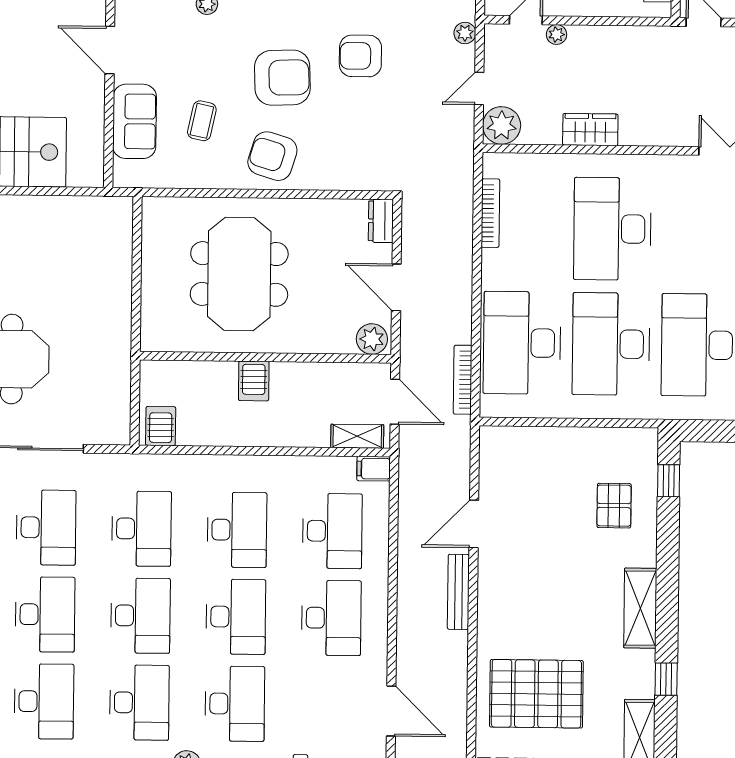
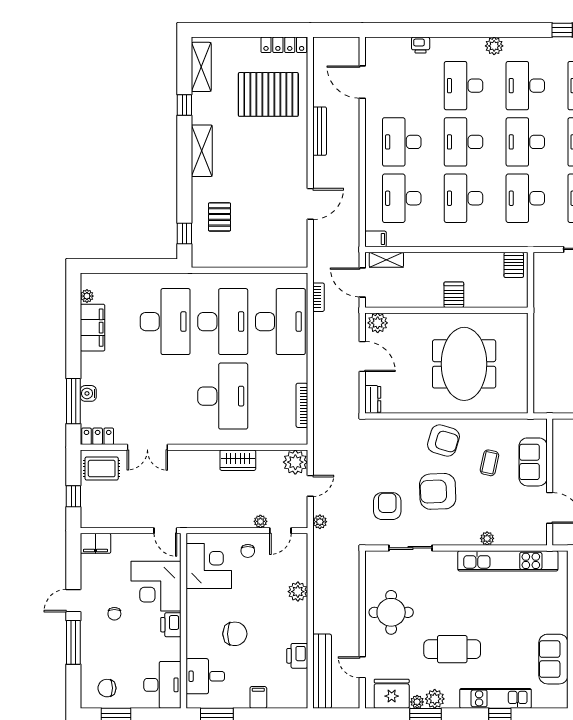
armchair: (360, 56) -> (387, 506), turned -90
bookcase: (463, 380) -> (319, 297), width x0.64
bench: (458, 592) -> (320, 131), moved

